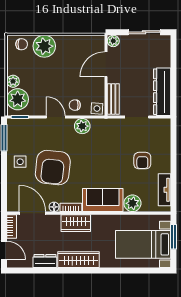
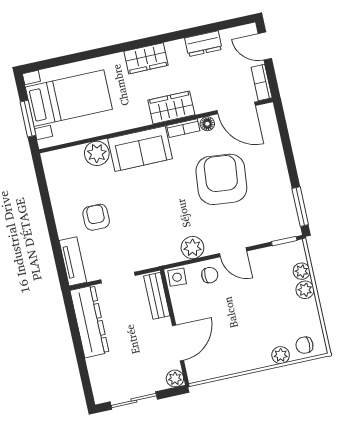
plant: (44, 46) -> (281, 355), width x0.53, depth x0.53
plant: (18, 99) -> (302, 271), width x0.53, depth x0.53
side table: (20, 162) -> (270, 177), removed
tv unit: (164, 190) -> (73, 261), moved
wardrobe: (79, 260) -> (146, 58), width x0.67

